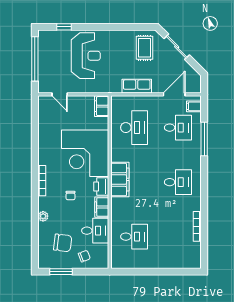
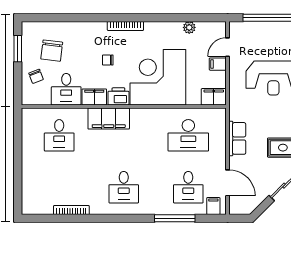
filing cabinet: (74, 103) -> (218, 64), added
filing cabinet: (120, 179) -> (109, 119), moved
plant: (43, 216) -> (189, 27), moved

